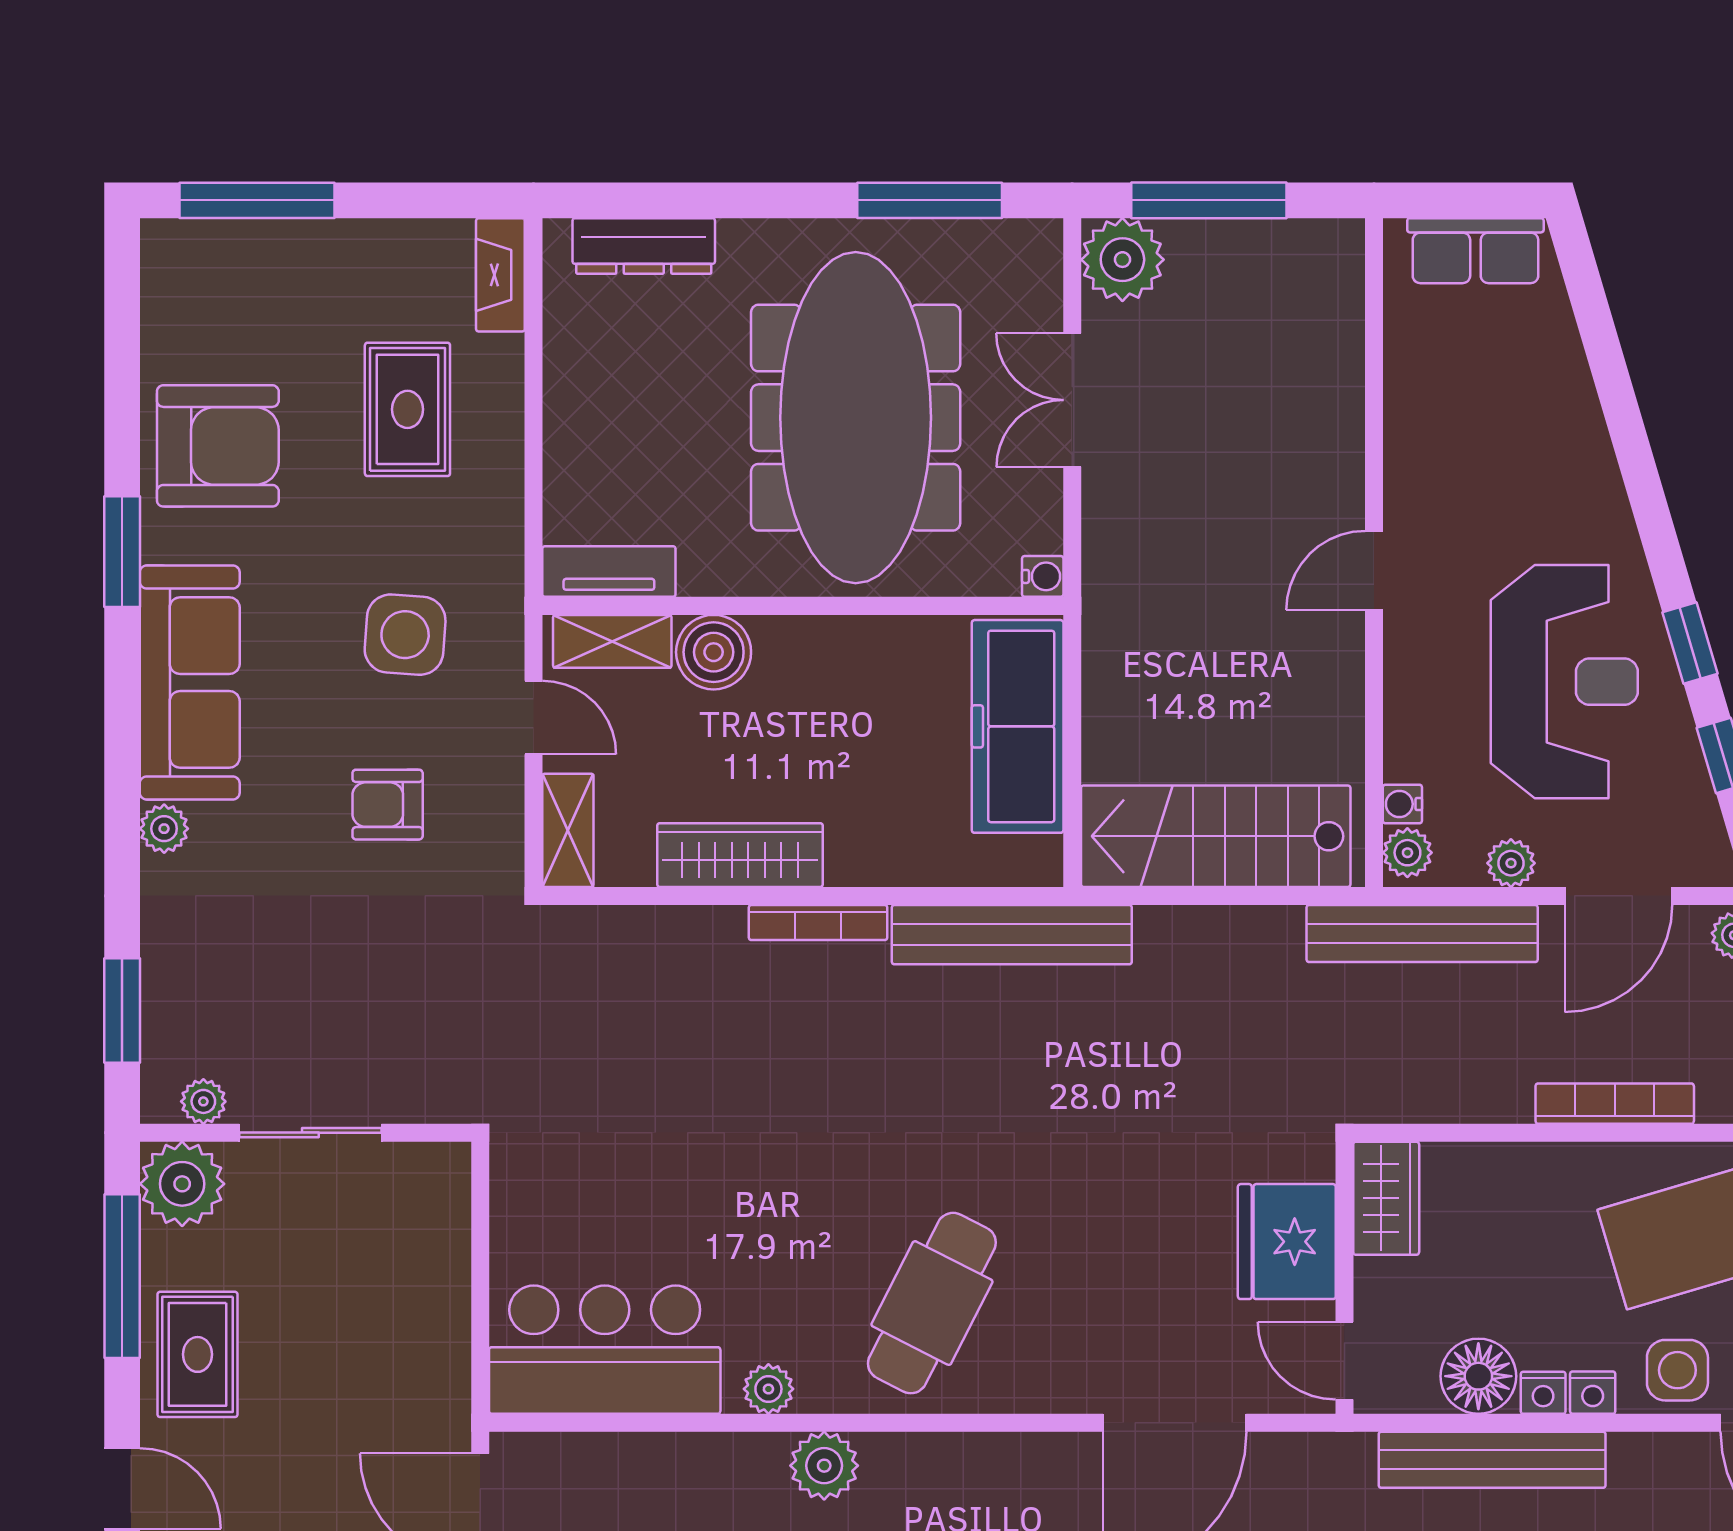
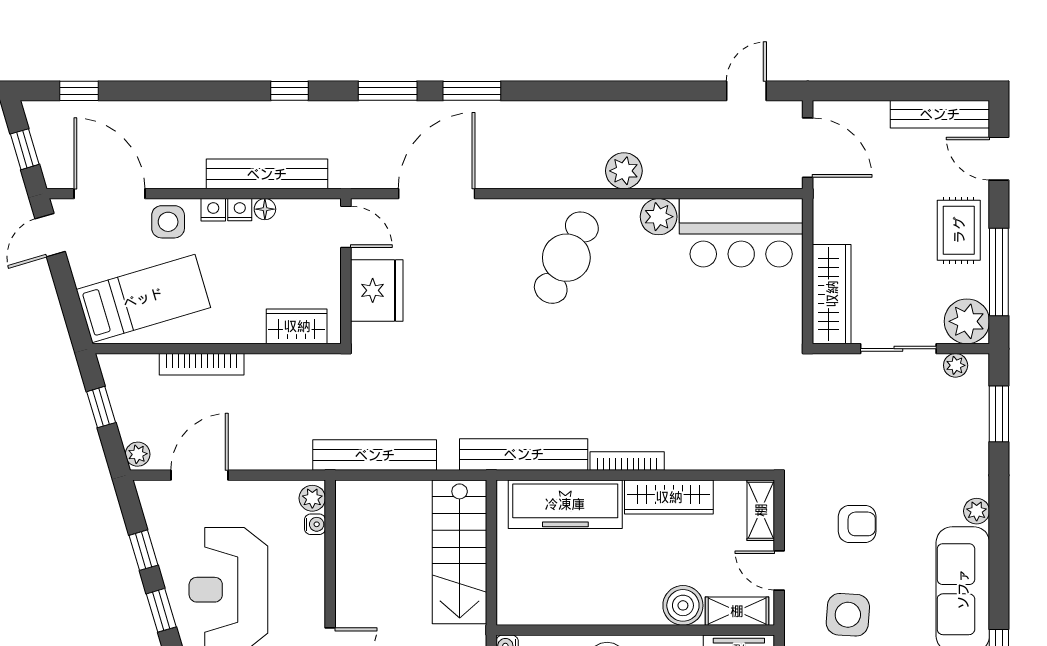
freezer: (1018, 726) -> (565, 504), moved, turned 90
stairs: (1216, 836) -> (460, 552), moved, turned 90
plant: (1511, 863) -> (257, 493), removed
bench: (1422, 934) -> (375, 455), moved
wardrobe: (1386, 1198) -> (297, 326), moved, turned 90
wardrobe: (435, 1235) -> (832, 294), added
floor lamp: (1478, 1376) -> (265, 209), width x0.53, depth x0.53
plant: (768, 1389) -> (659, 217), width x1.38, depth x1.38

